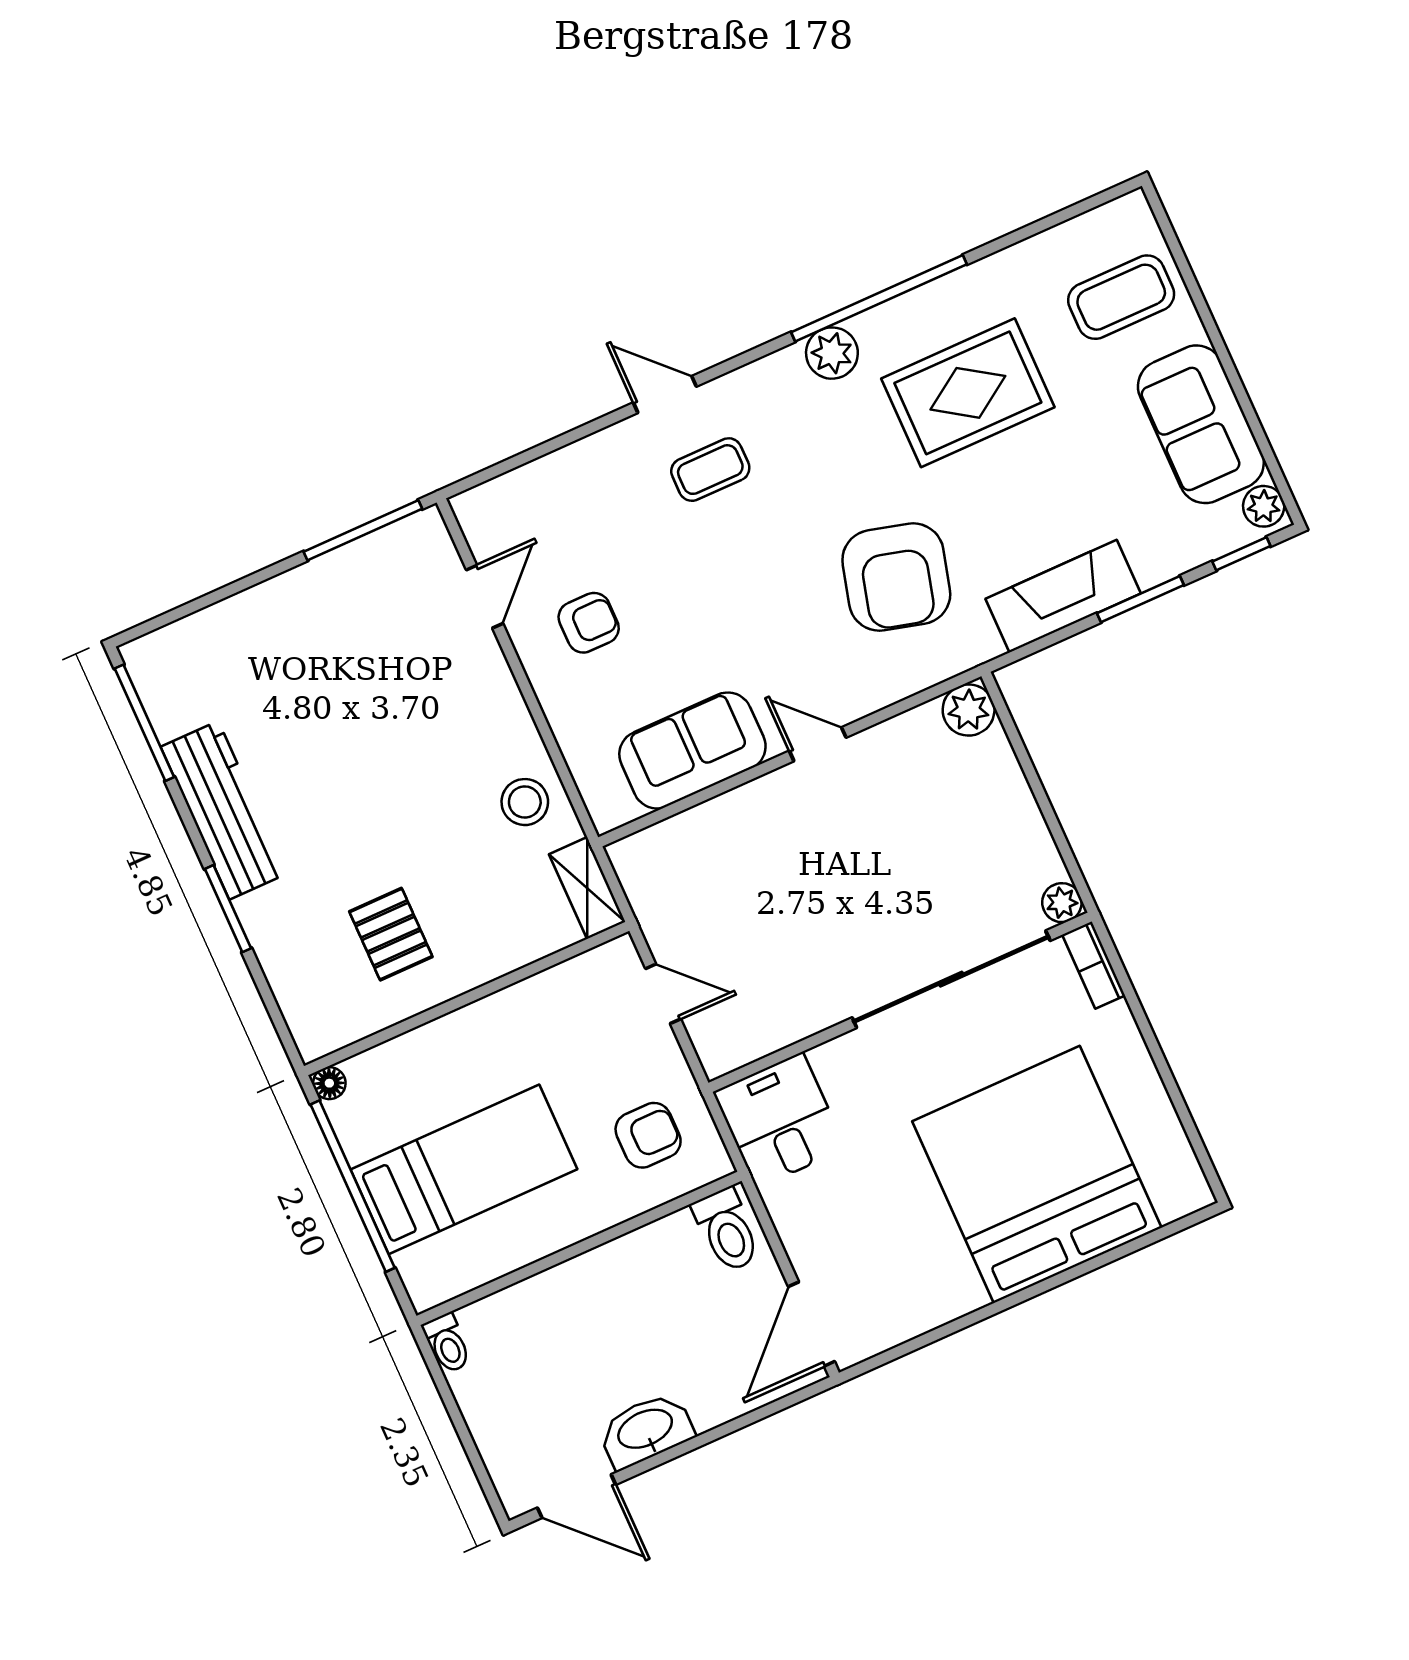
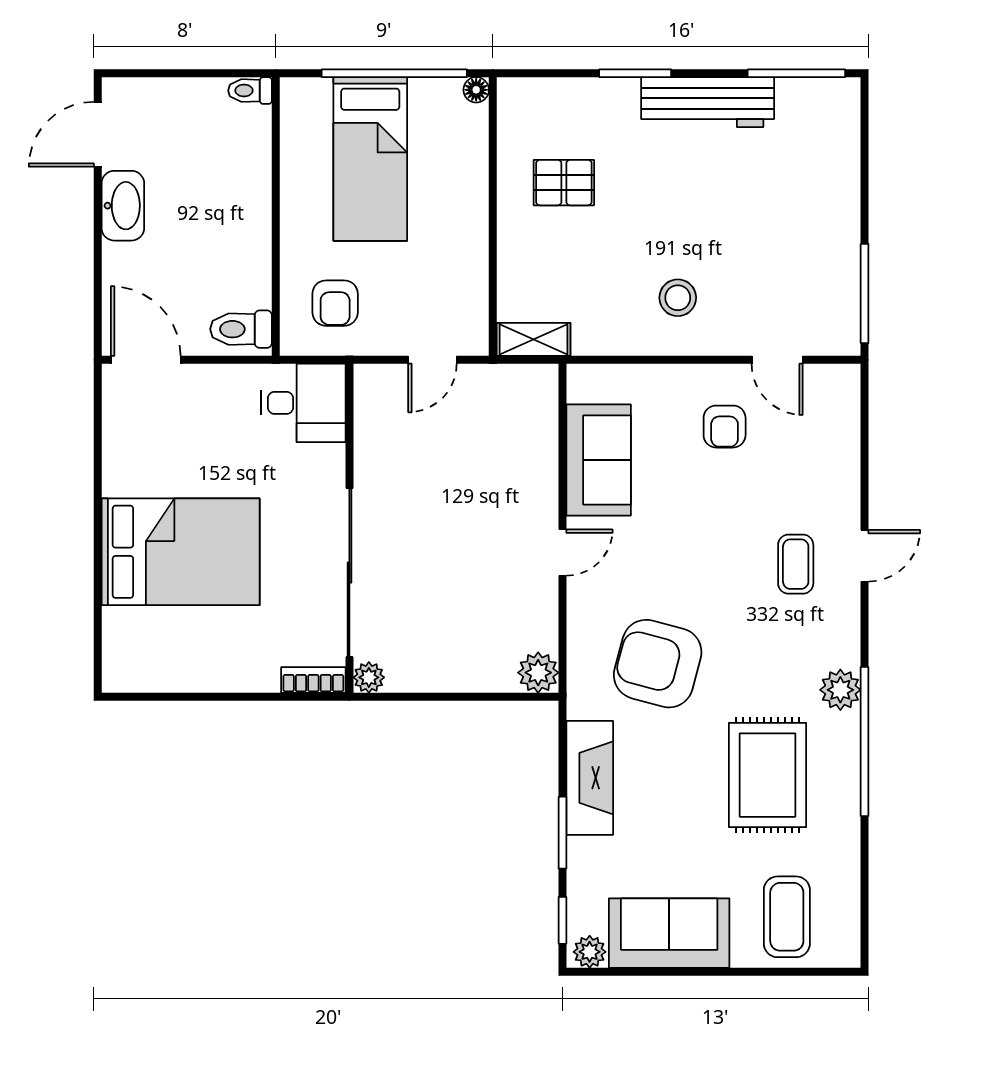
stool: (525, 802) -> (678, 298), moved
bed: (1037, 1174) -> (181, 552), width x0.73

